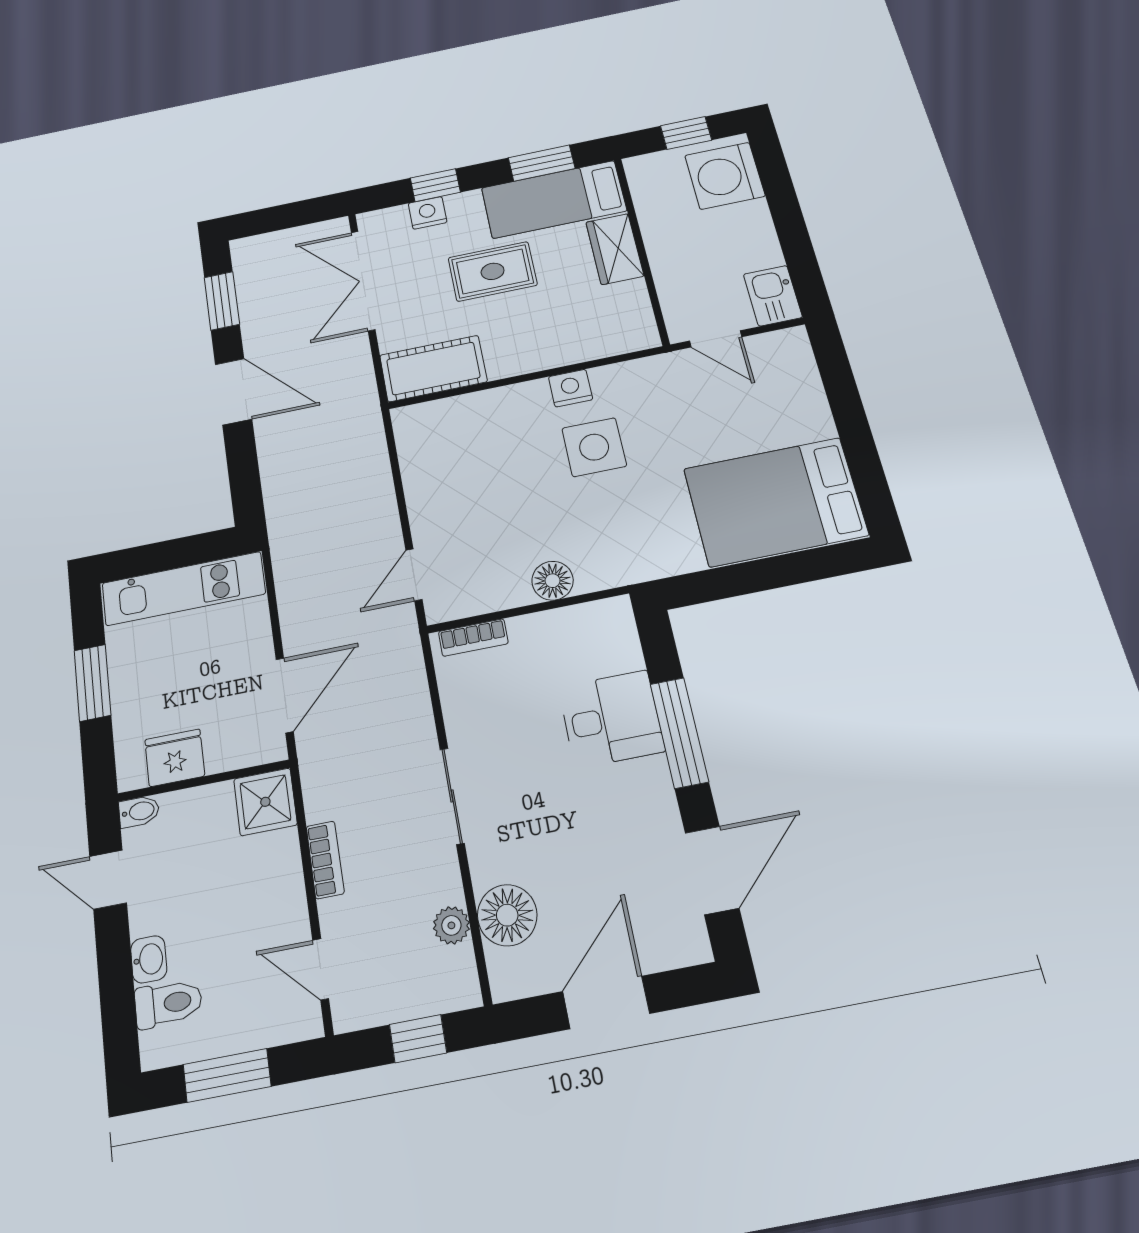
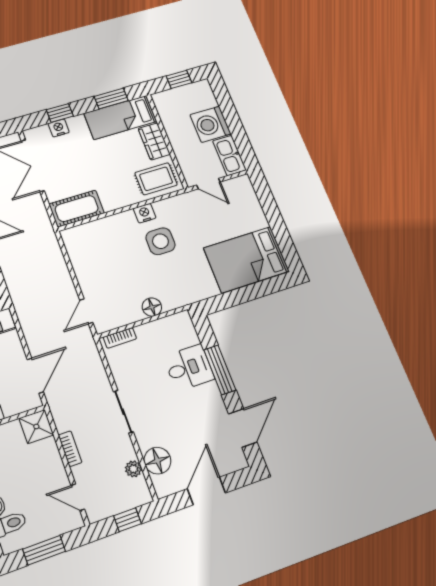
washing machine: (725, 176) -> (210, 124), moved
rug: (493, 271) -> (156, 179), moved
kitchen sink: (773, 296) -> (229, 155), width x1.38

